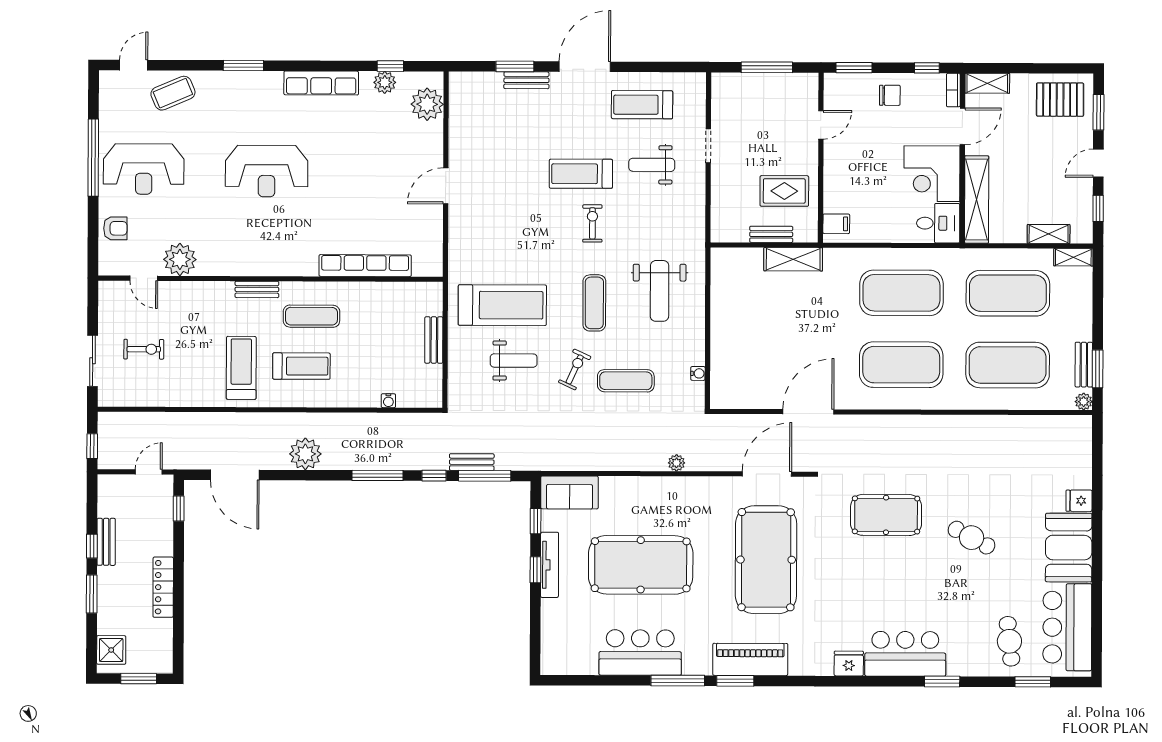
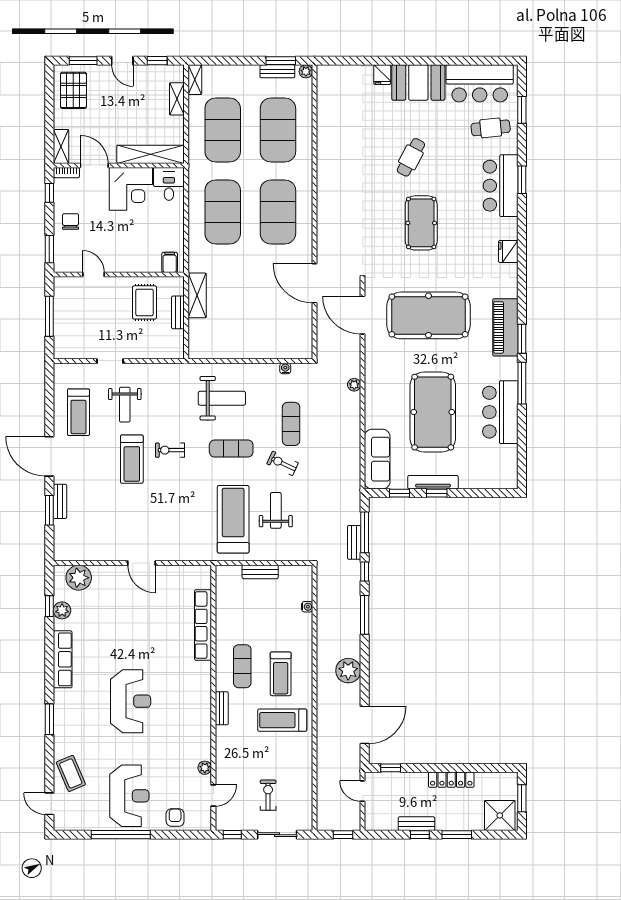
plant: (180, 259) -> (205, 768), width x0.53, depth x0.53
window: (93, 302) -> (232, 835), added
treadmill: (301, 366) -> (281, 674), turned 180
sofa: (569, 492) -> (377, 459), width x1.36
pool table: (886, 515) -> (421, 223), moved
shower: (111, 650) -> (500, 815), width x1.36, depth x1.36
bar counter: (905, 654) -> (501, 186), moved

